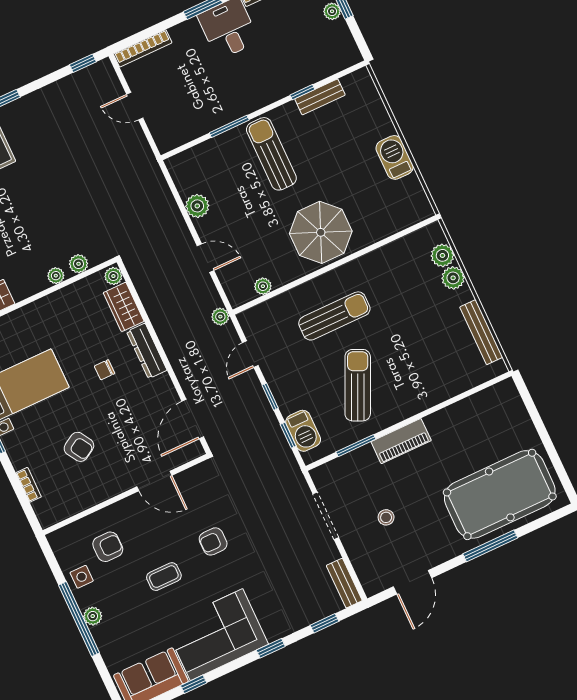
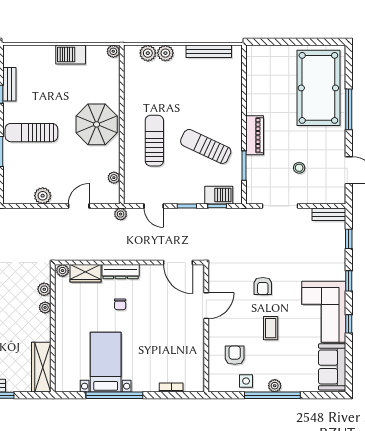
plant: (424, 210) -> (113, 51), added
armchair: (79, 447) -> (162, 344), removed
window: (194, 684) -> (349, 324), moved

